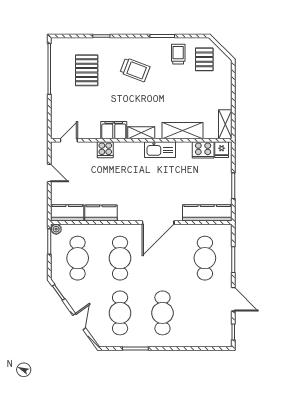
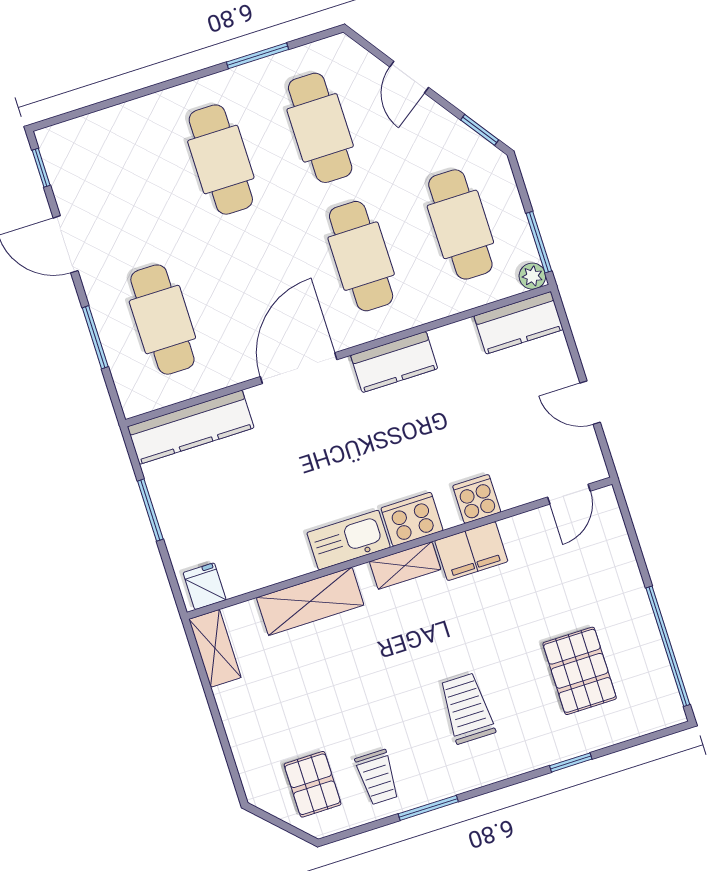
trolley: (135, 70) -> (467, 708), turned 69
cooker: (203, 150) -> (412, 519), moved
kitchen counter: (101, 213) -> (394, 362), moved

